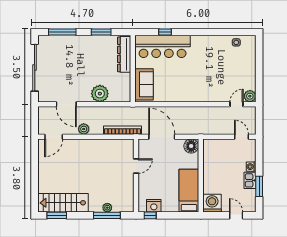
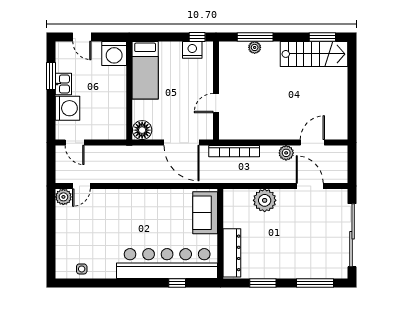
bar counter: (163, 46) -> (167, 264), width x1.36
door: (54, 137) -> (312, 143), moved
washing machine: (251, 167) -> (68, 108), width x1.89, depth x1.89

